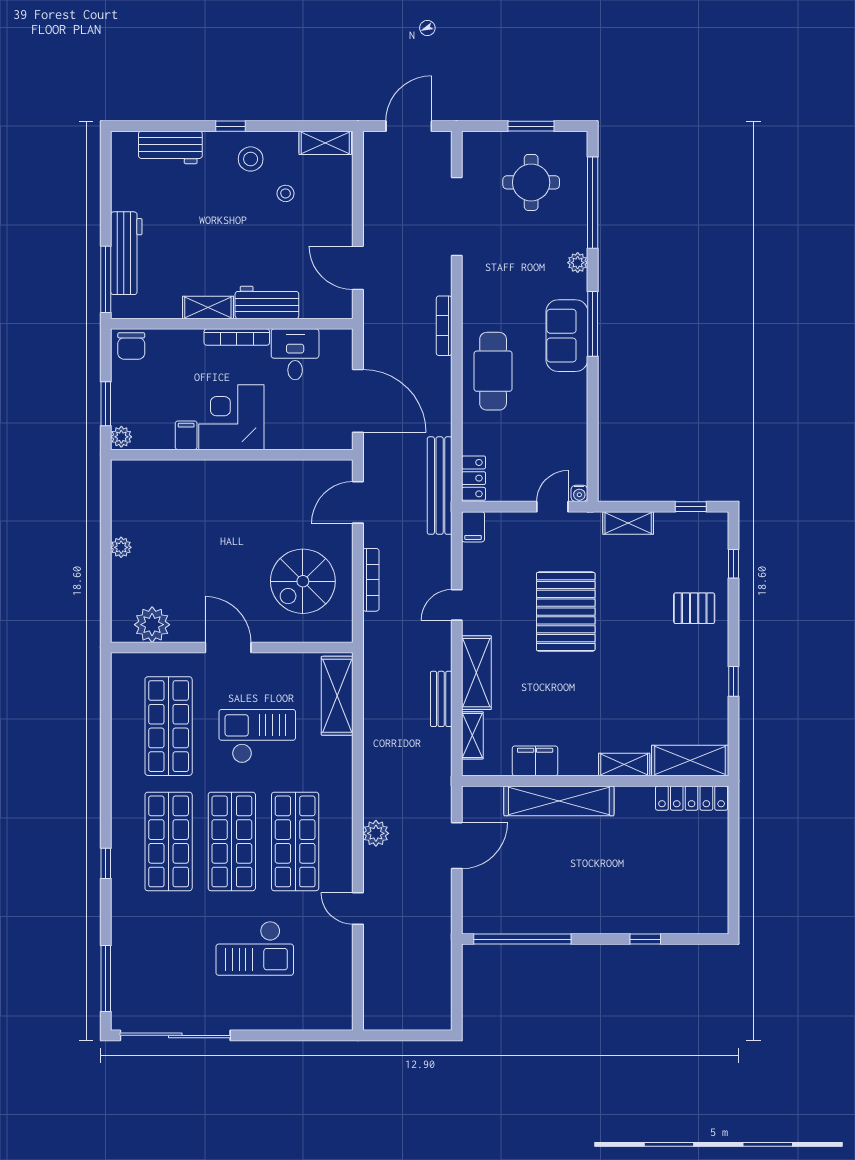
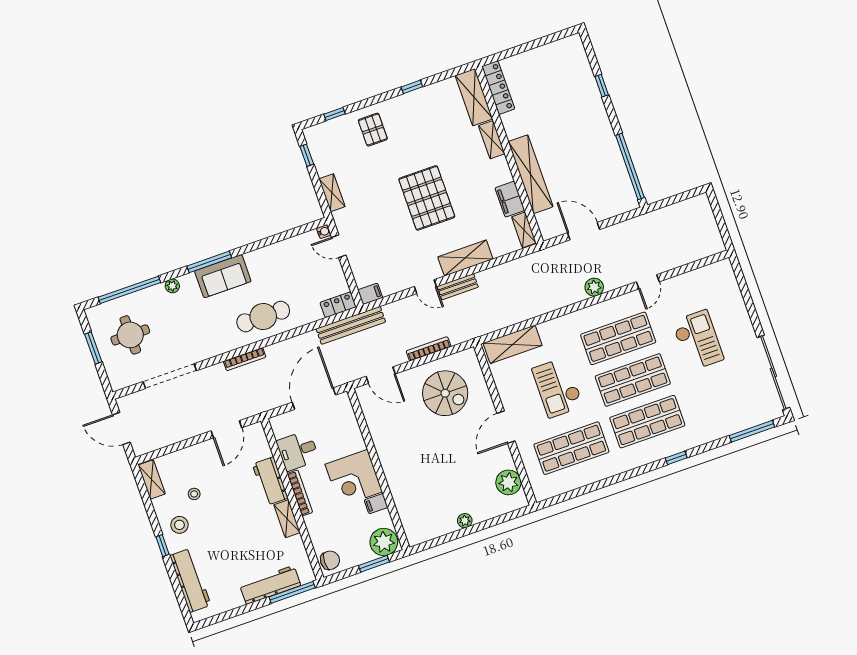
workbench: (170, 147) -> (190, 580), width x1.38
plant: (121, 437) -> (384, 542), width x1.87, depth x1.87
pallet: (566, 612) -> (427, 198), moved, turned 90
bench: (441, 699) -> (458, 287), moved
shelving: (472, 735) -> (524, 230), moved, turned 90

